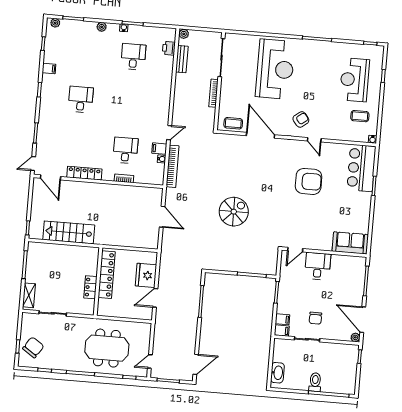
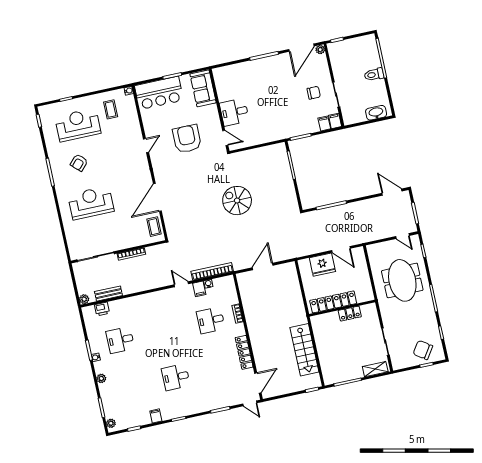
reception desk: (275, 69) -> (91, 203), width x0.74, depth x0.77
reception desk: (355, 80) -> (78, 125), turned 180
armchair: (301, 119) -> (79, 163), moved, turned -99
sofa: (350, 243) -> (203, 88), moved
door: (295, 250) -> (225, 138), moved
wall: (324, 252) -> (219, 110), moved
desk: (318, 266) -> (234, 112), moved

